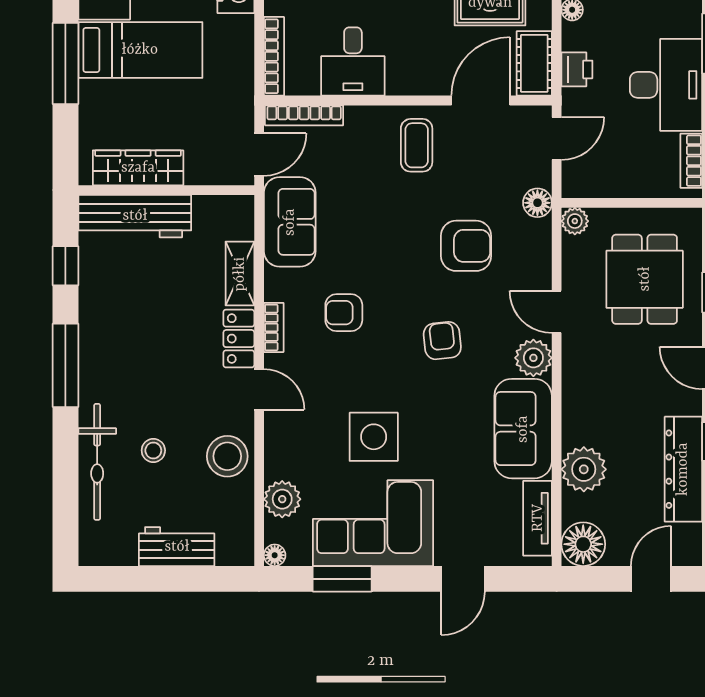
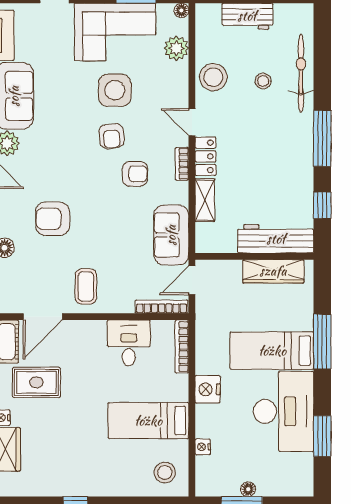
armchair: (442, 341) -> (111, 136), moved

